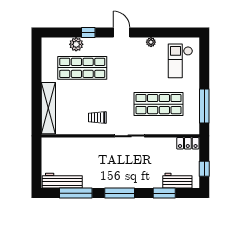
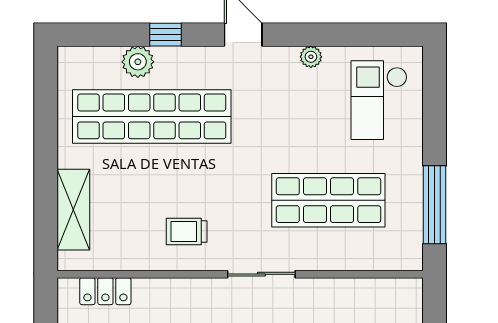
shop shelf: (82, 68) -> (152, 116), width x1.40
shelving: (48, 108) -> (73, 210), width x0.68
locker: (188, 143) -> (105, 291), moved

